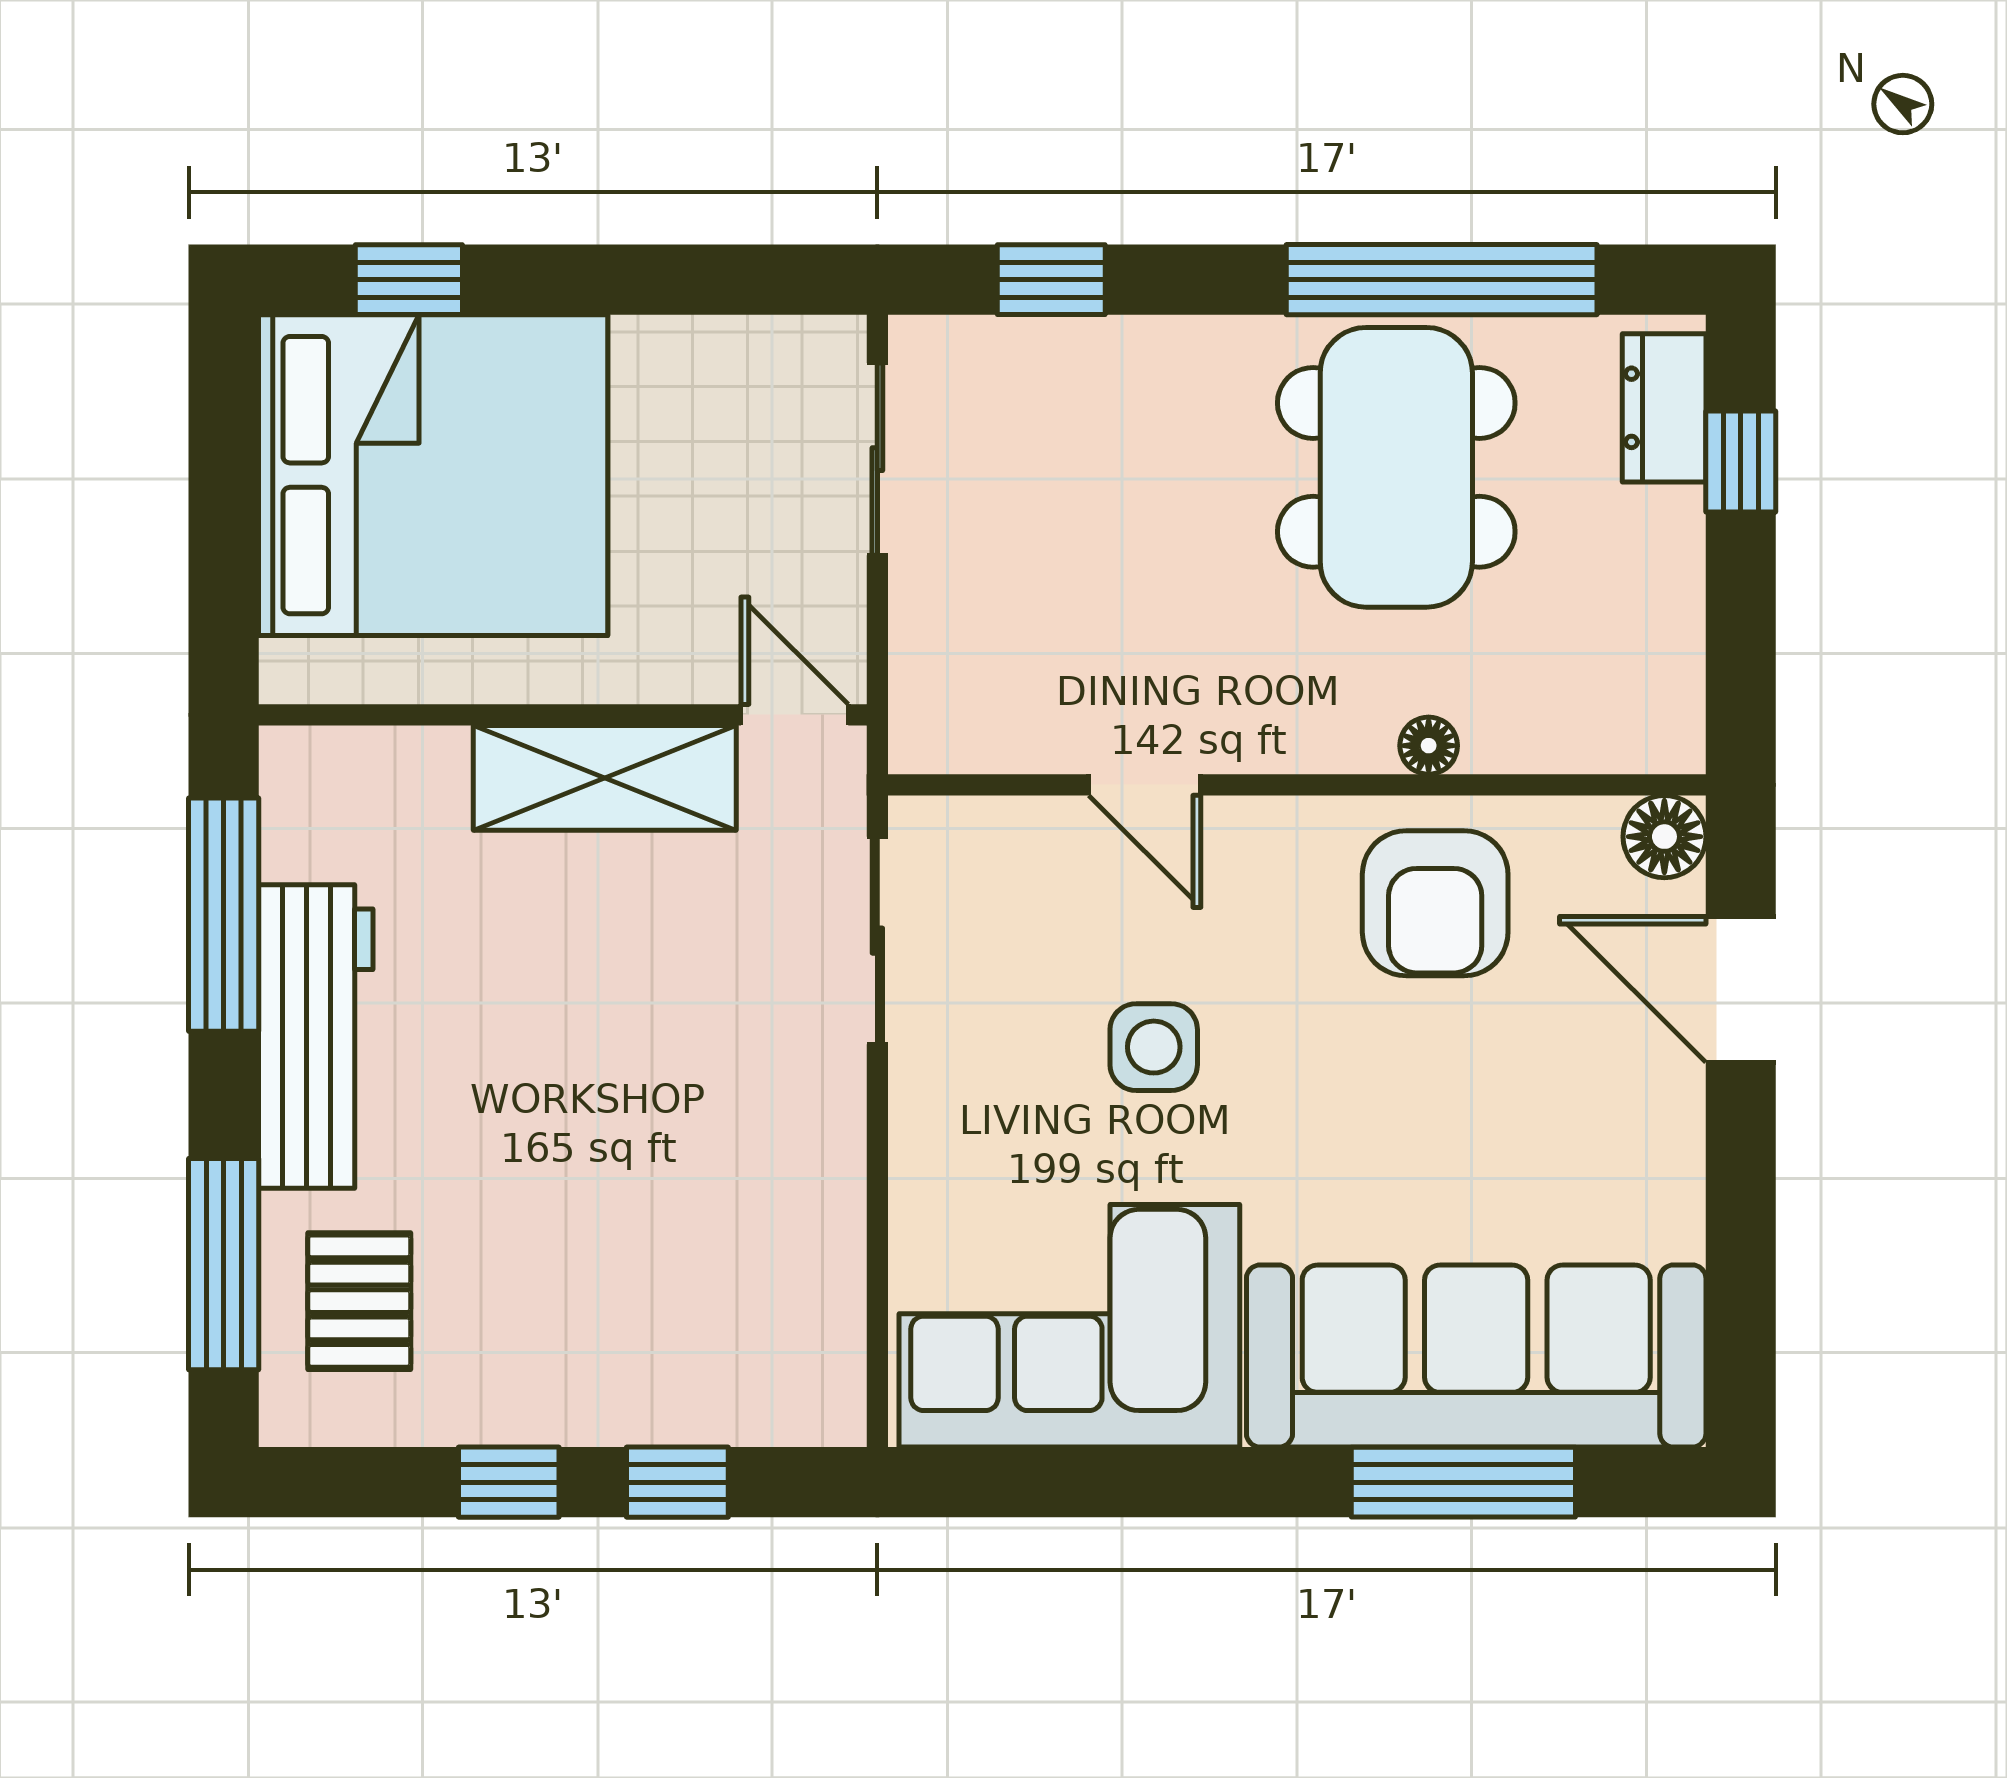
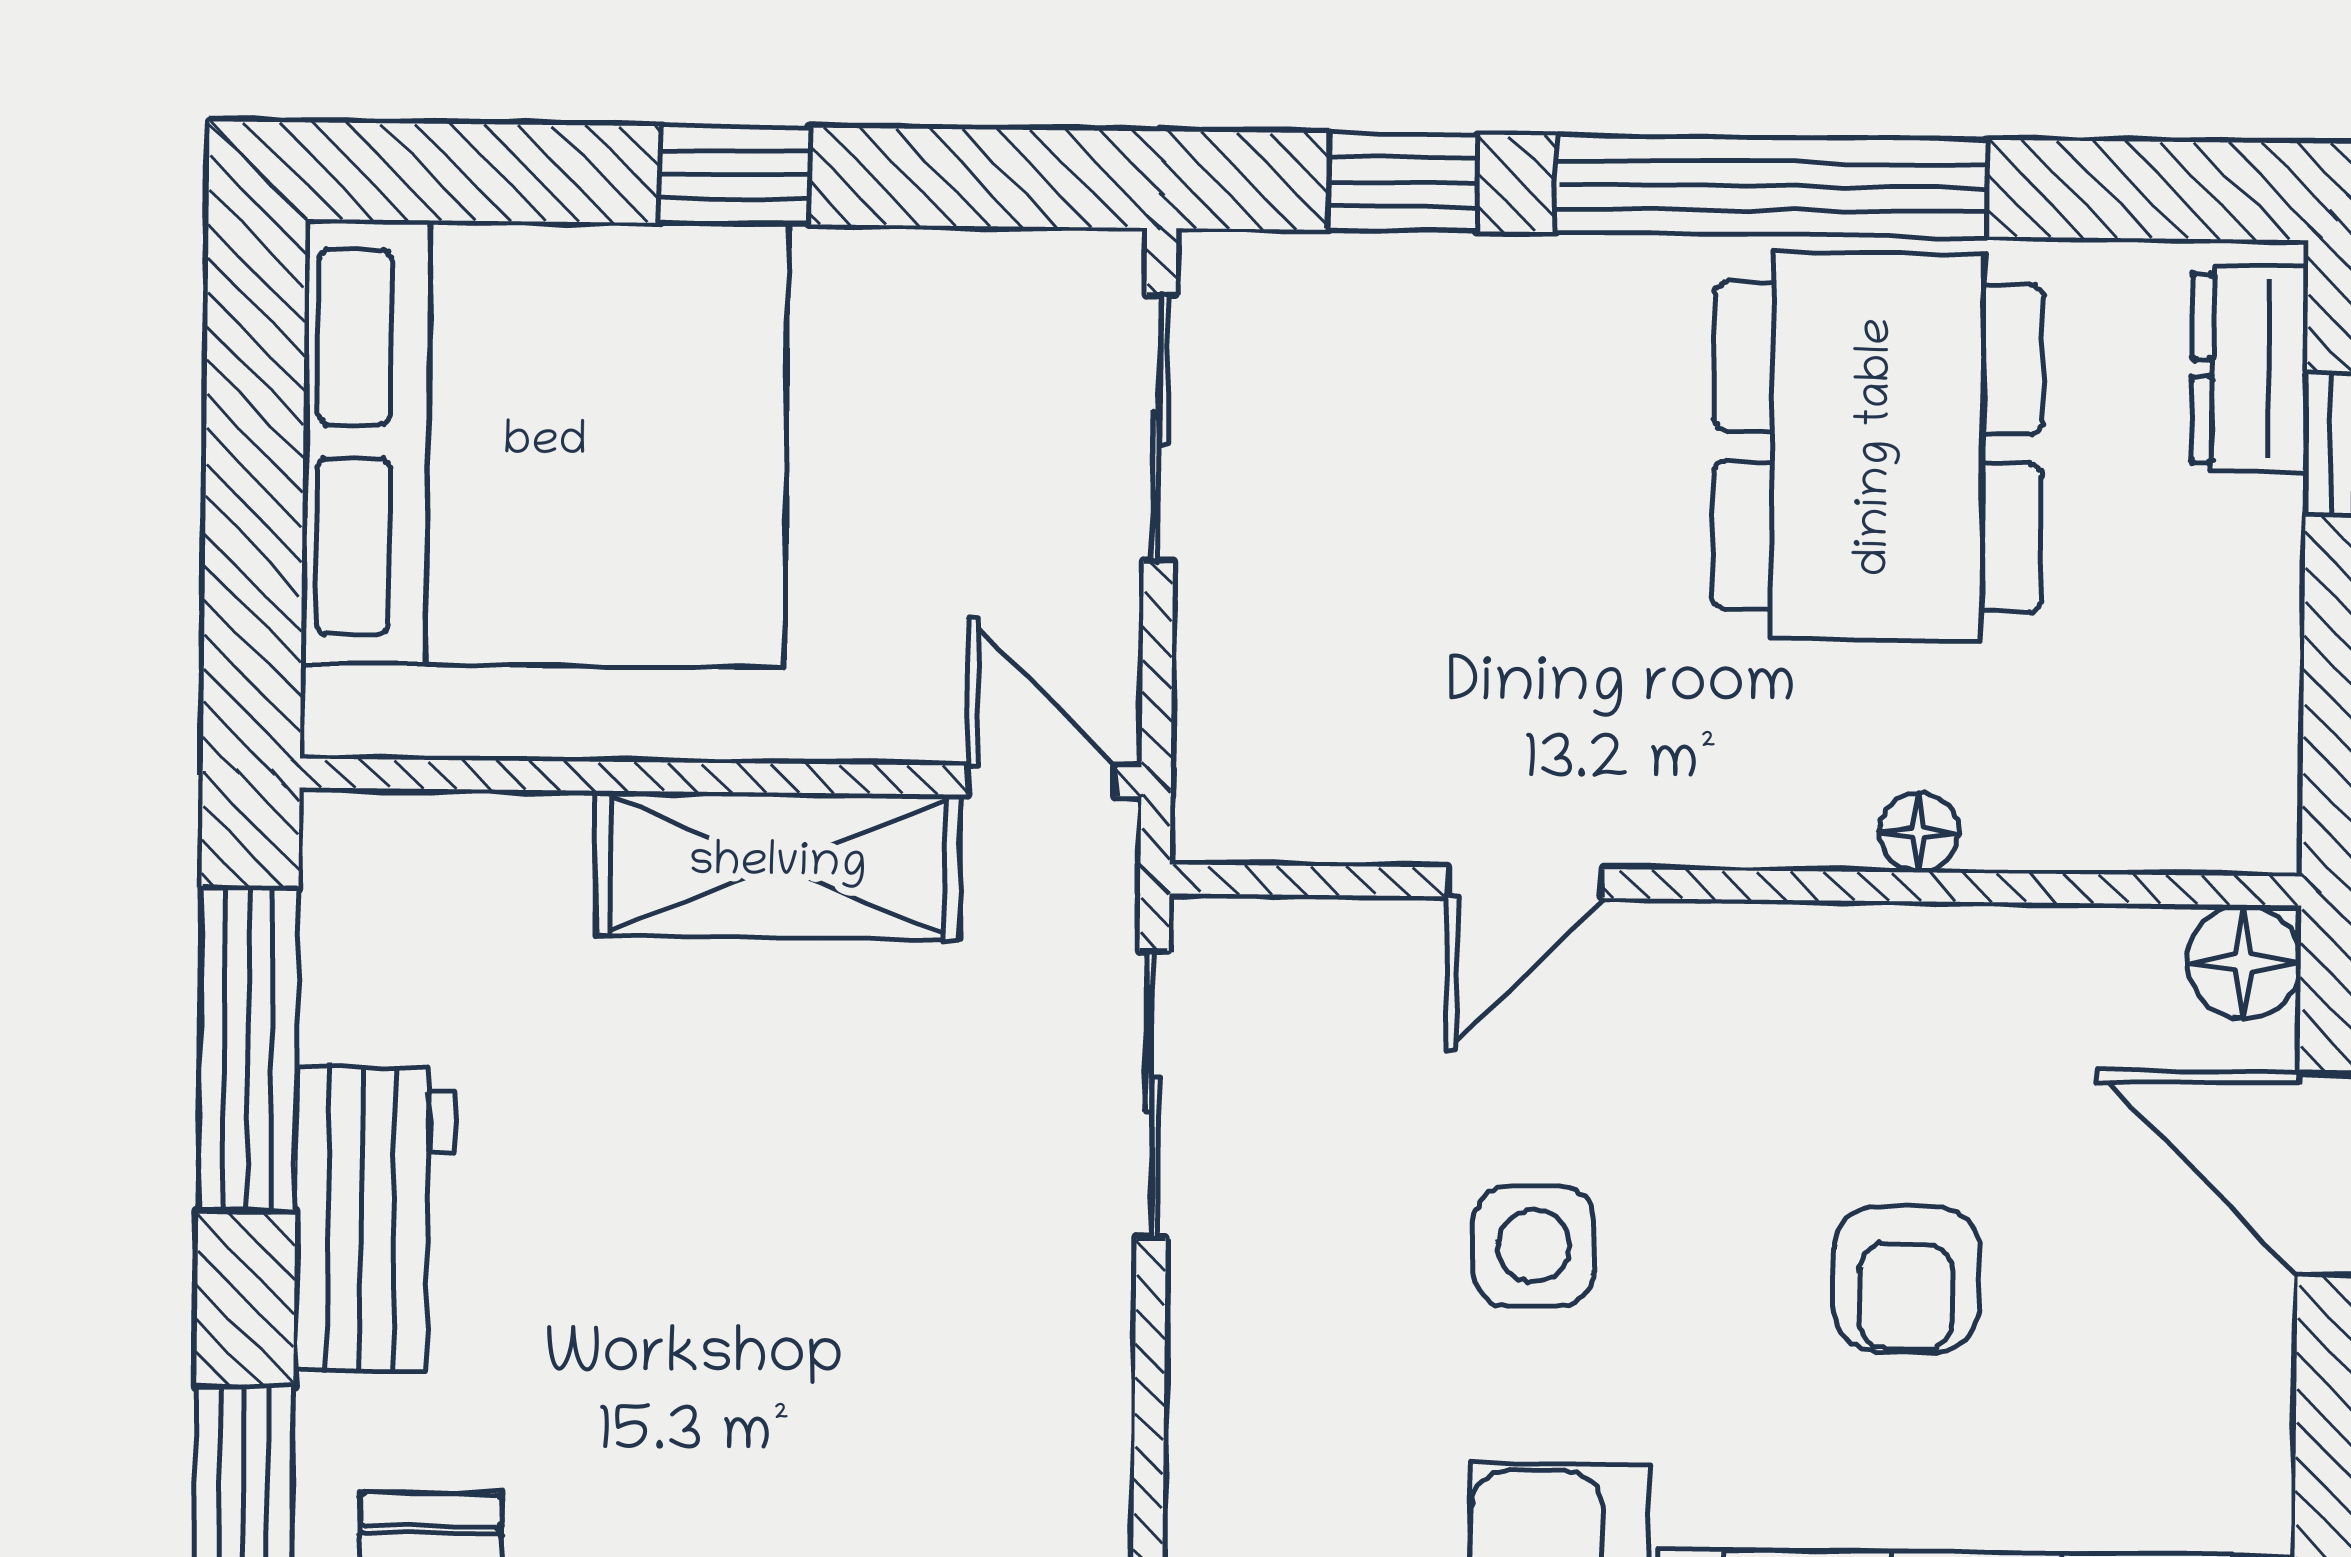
window: (409, 280) -> (735, 175), moved
window: (1442, 280) -> (1771, 186), moved
door: (1145, 785) -> (1525, 883), hinge flipped
armchair: (1435, 903) -> (1906, 1279), moved, width x0.72, depth x0.72
workbench: (316, 1037) -> (374, 1219), width x0.73

